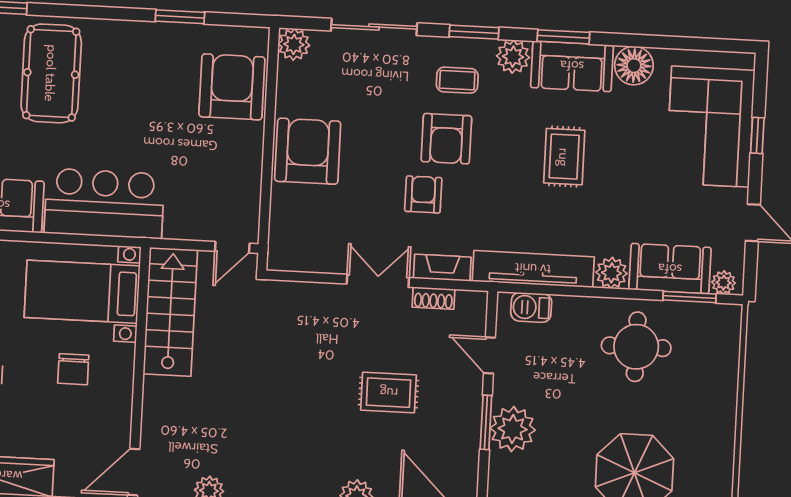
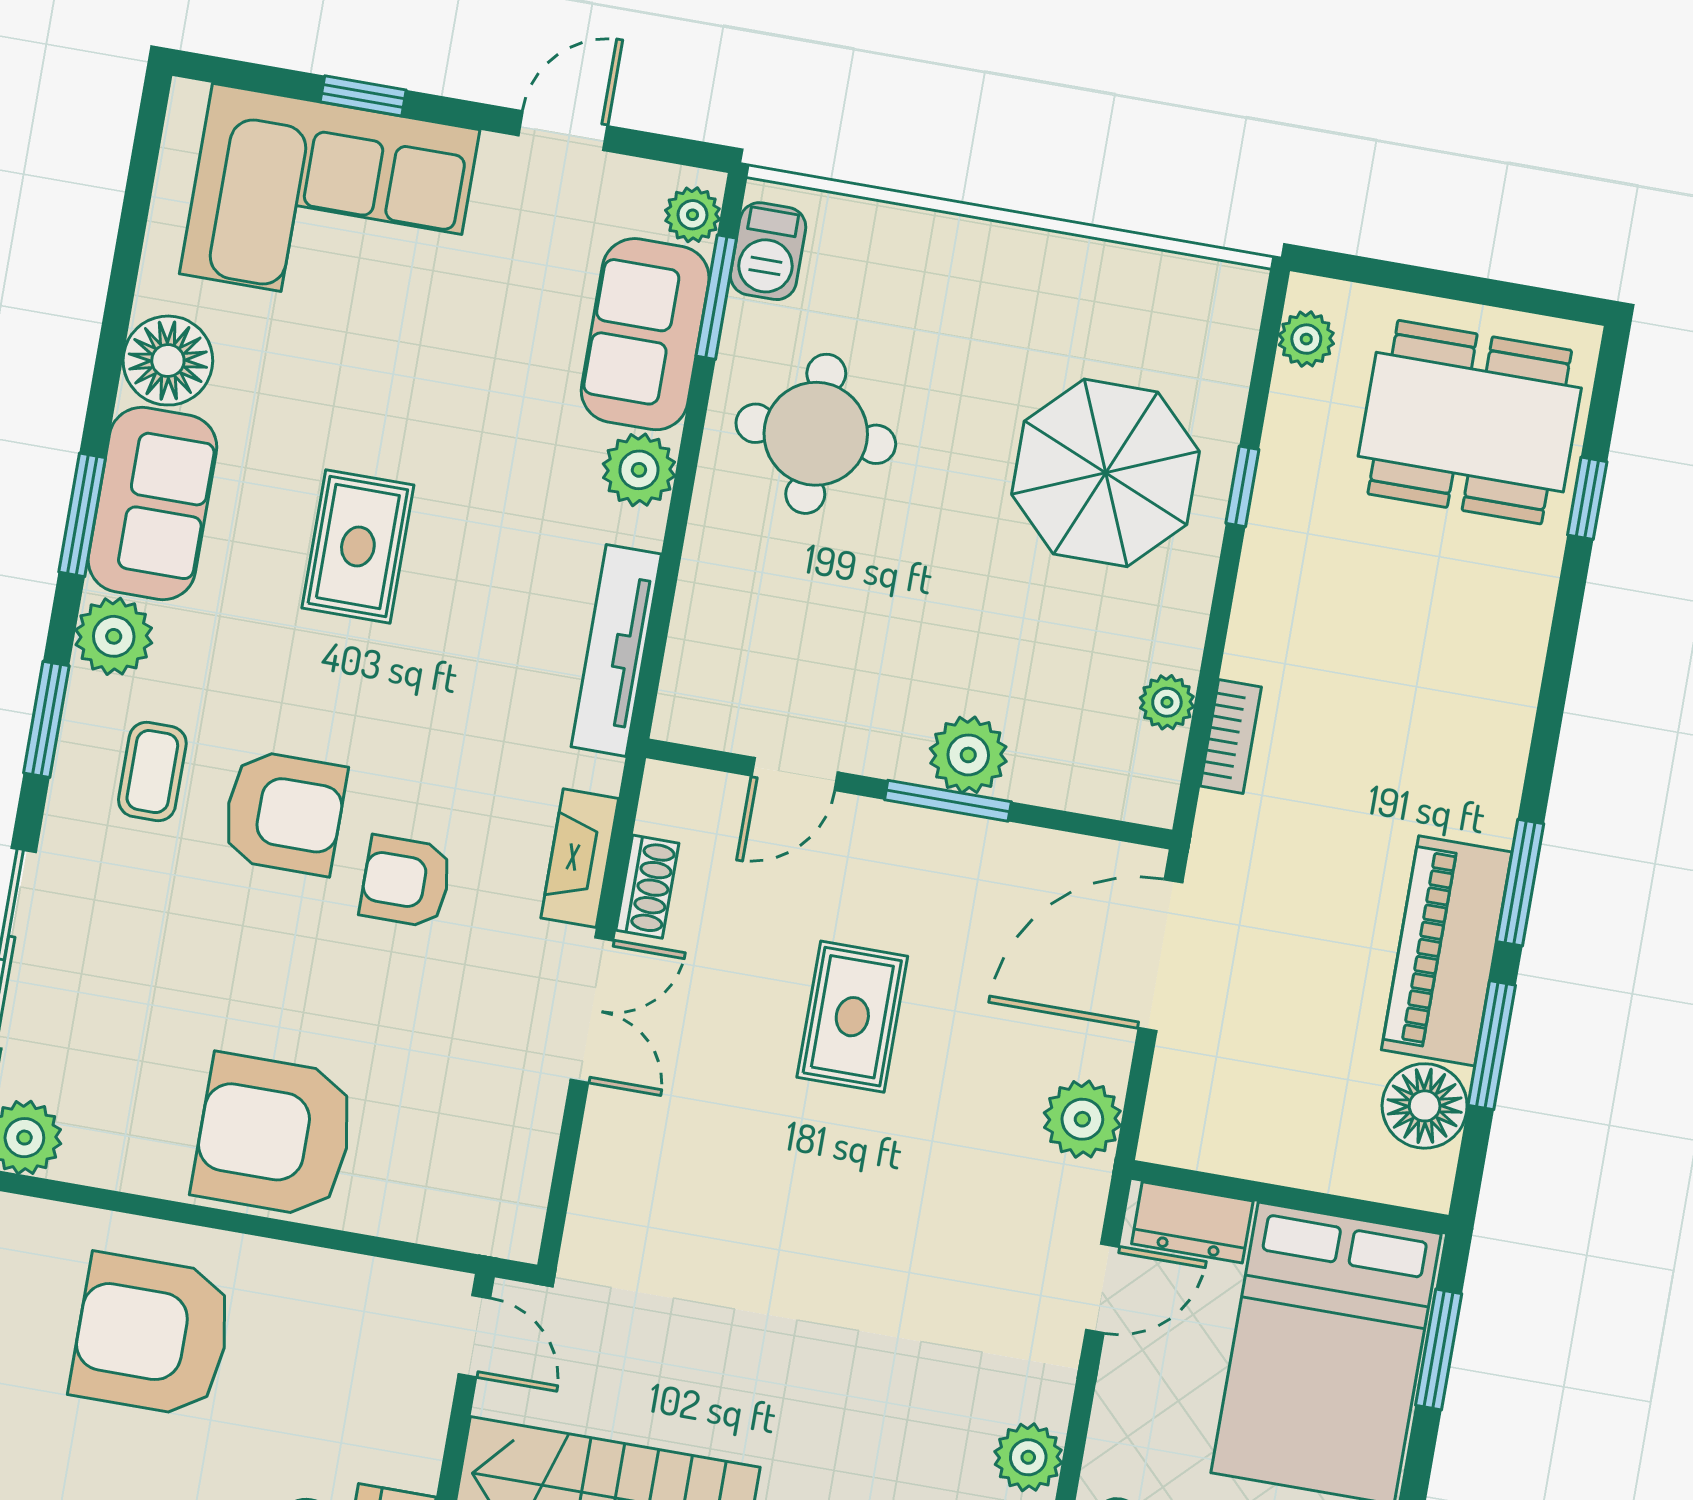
armchair: (232, 87) -> (152, 1335), moved
rug: (564, 157) -> (358, 546), turned 90
tv unit: (533, 269) -> (616, 650), width x0.73, depth x0.78
double door: (378, 281) -> (592, 1010), swing flipped
barbecue: (531, 307) -> (768, 251), moved
plant: (513, 429) -> (968, 755), width x0.73, depth x0.73

